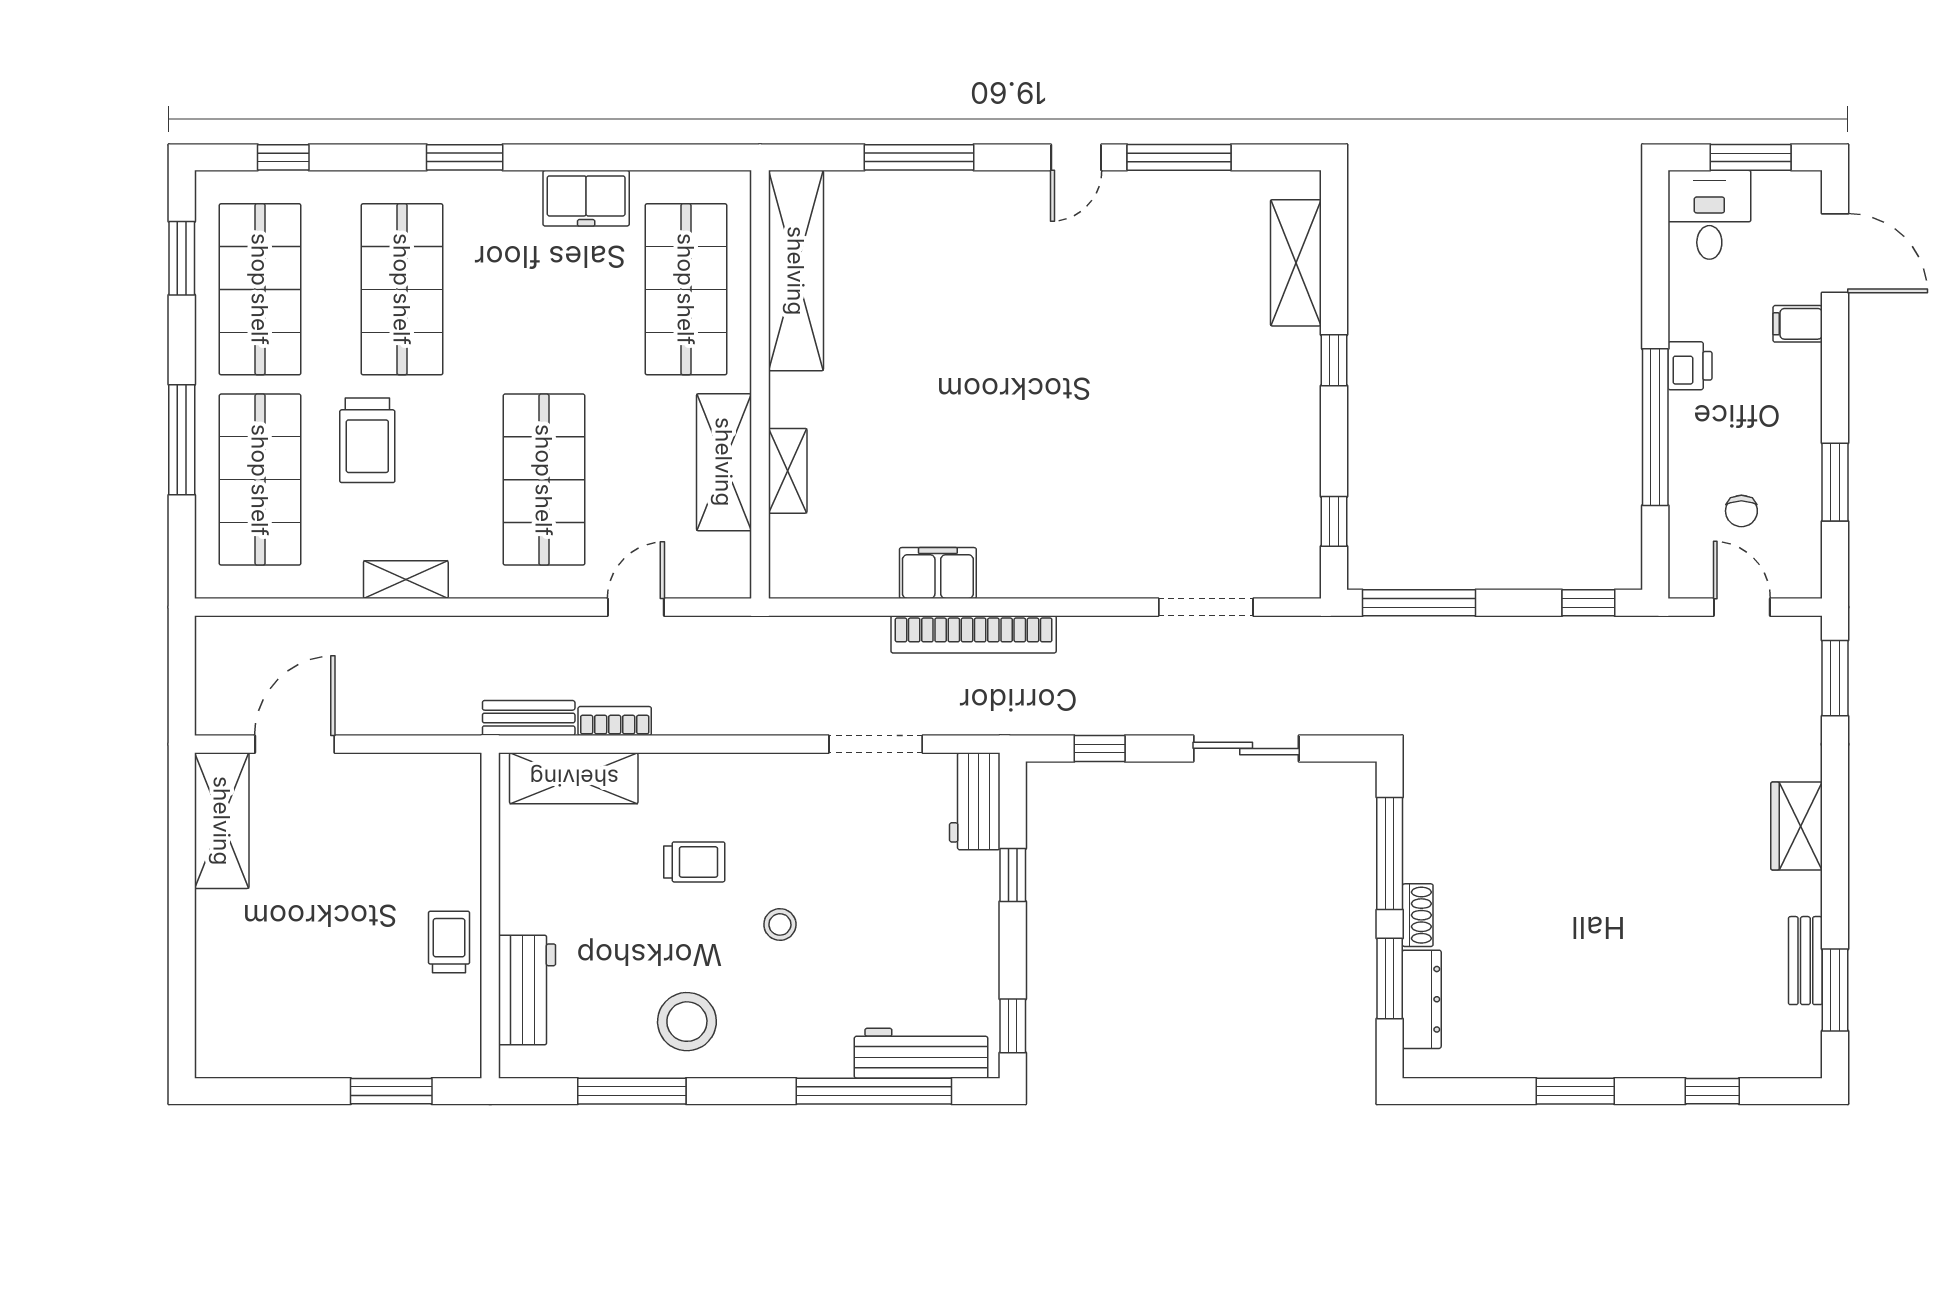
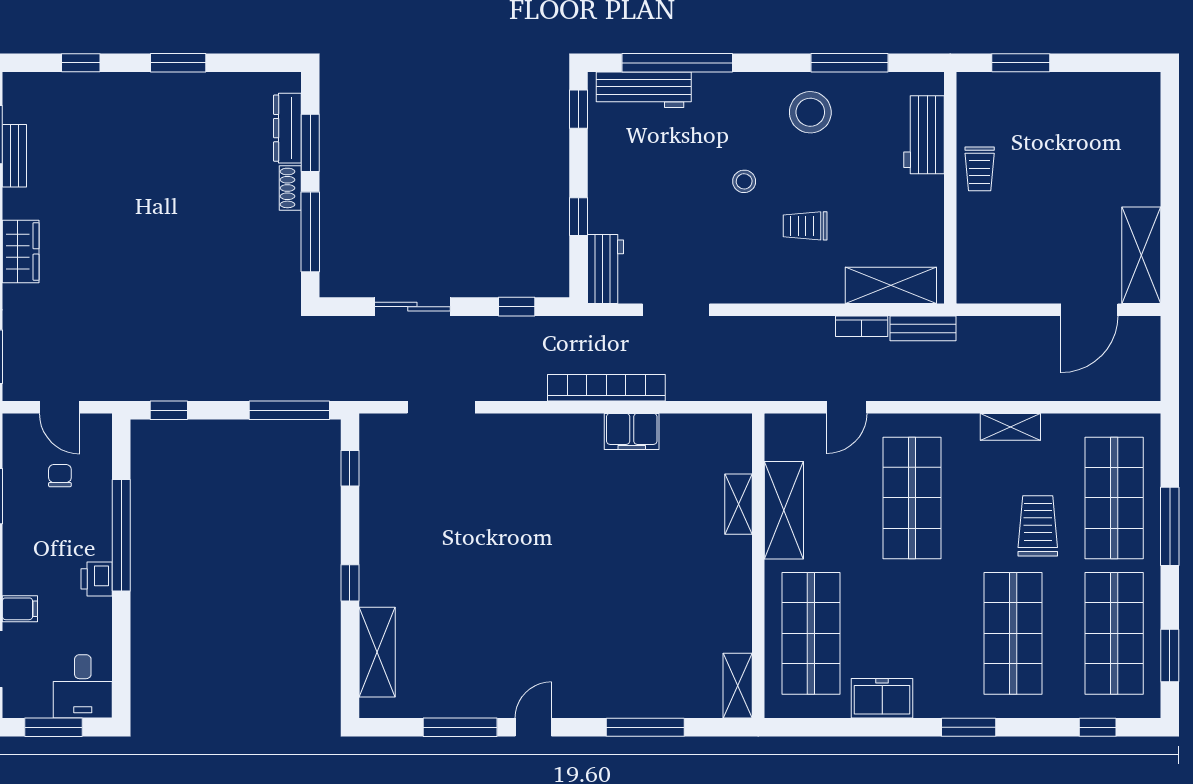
shelving: (796, 271) -> (738, 686), width x0.45, depth x0.75

